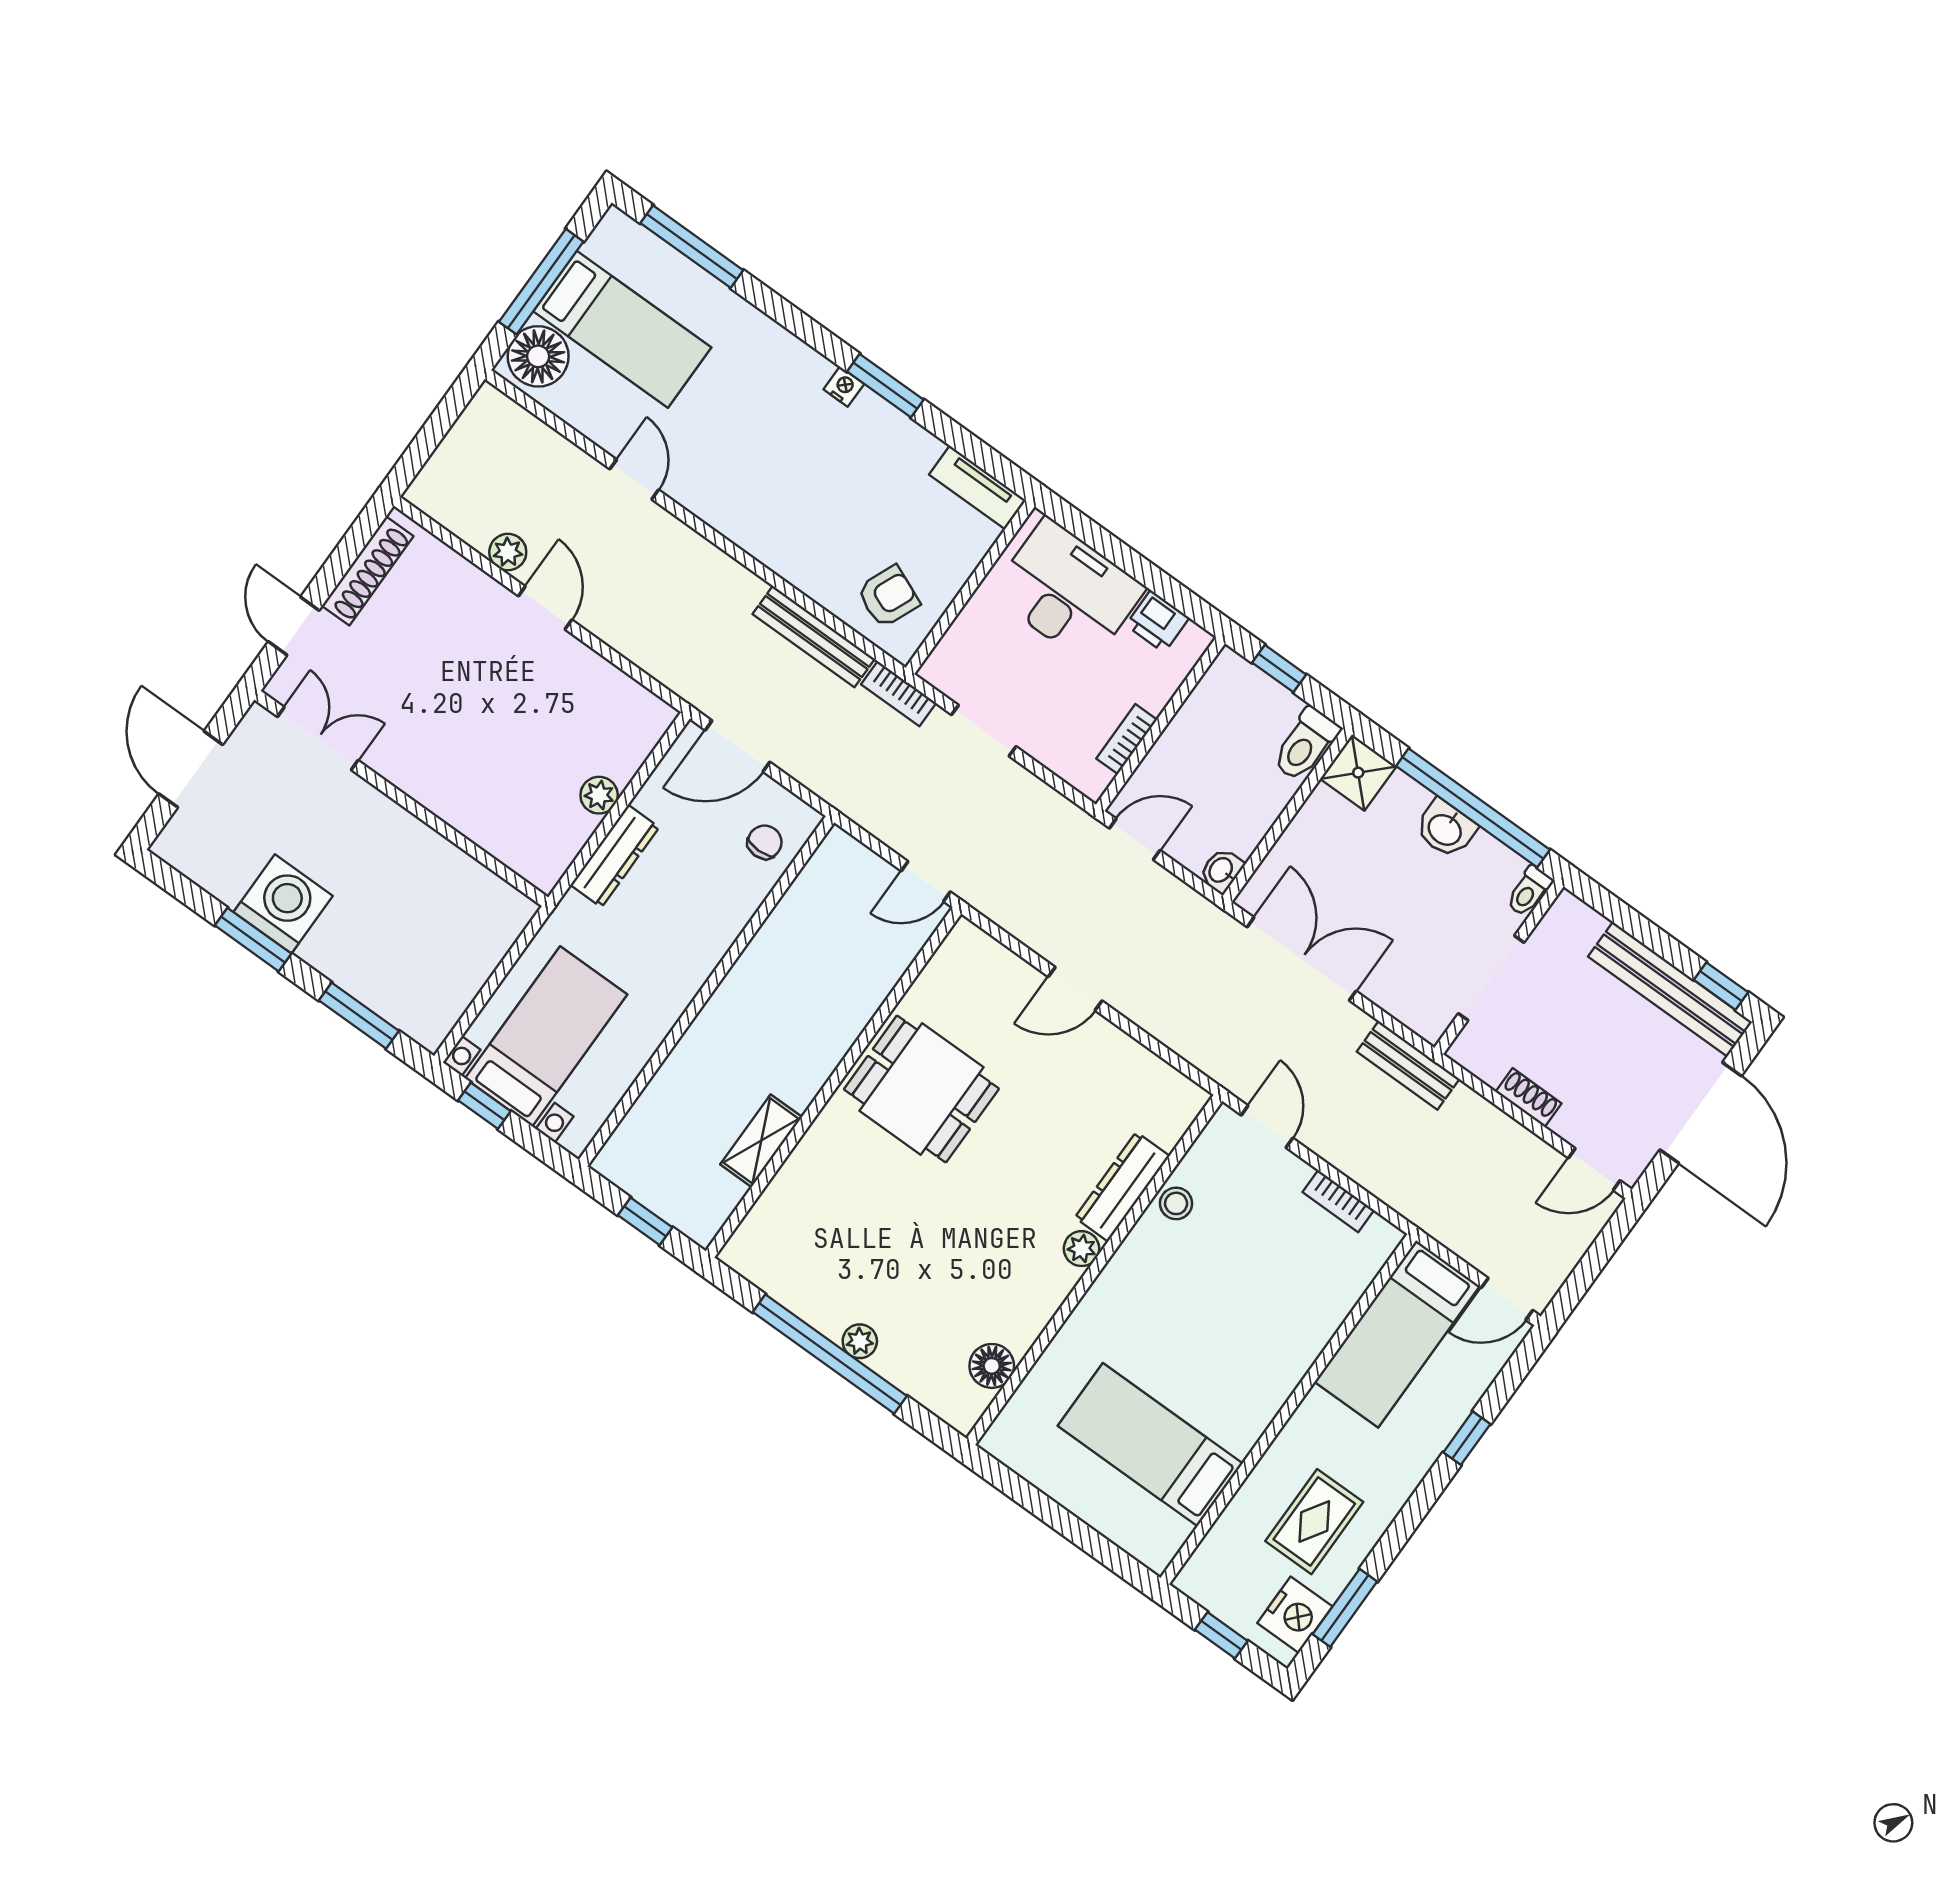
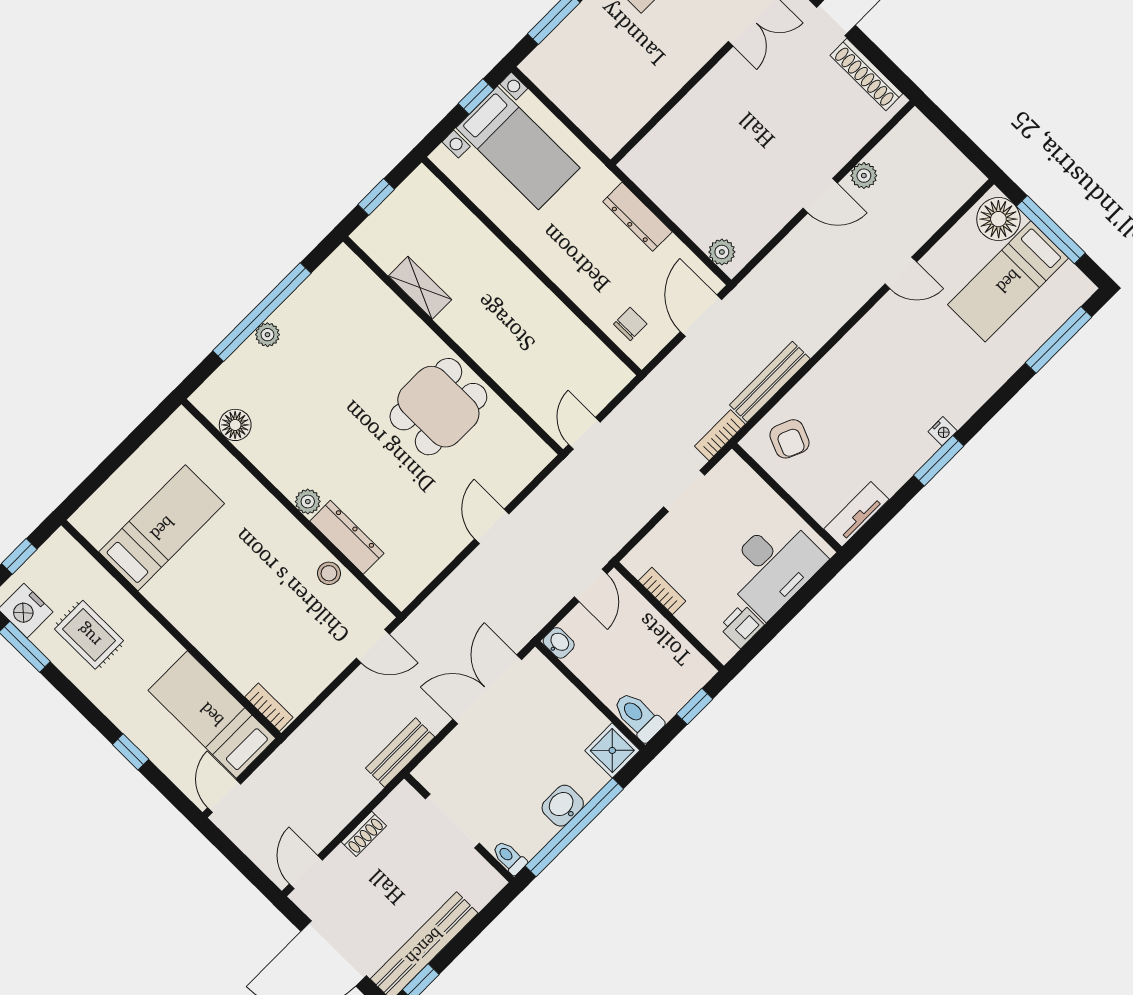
plant: (599, 795) -> (722, 252), moved
chair: (765, 842) -> (630, 324), turned -90
double door: (1302, 959) -> (487, 689), swing flipped
bookcase: (1338, 1201) -> (269, 707), moved, turned 90

